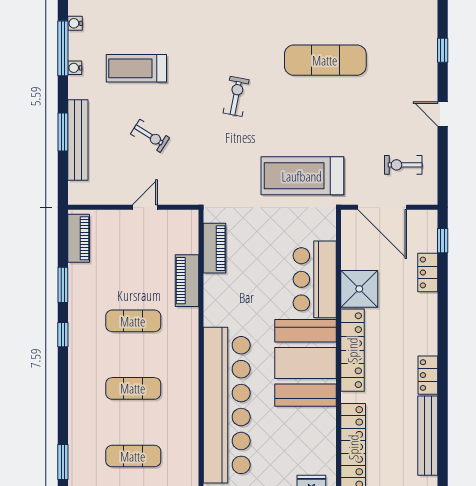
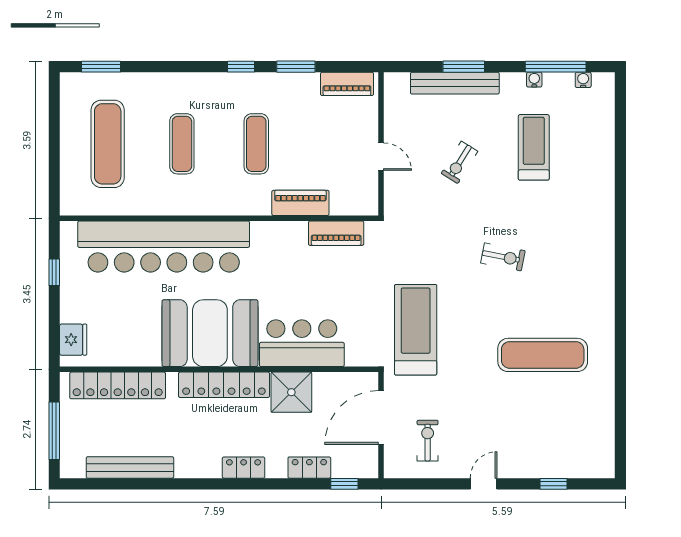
exercise mat: (325, 60) -> (543, 355), turned 90
locker: (428, 375) -> (244, 468), moved
exercise mat: (133, 456) -> (108, 144), width x1.36, depth x1.45

